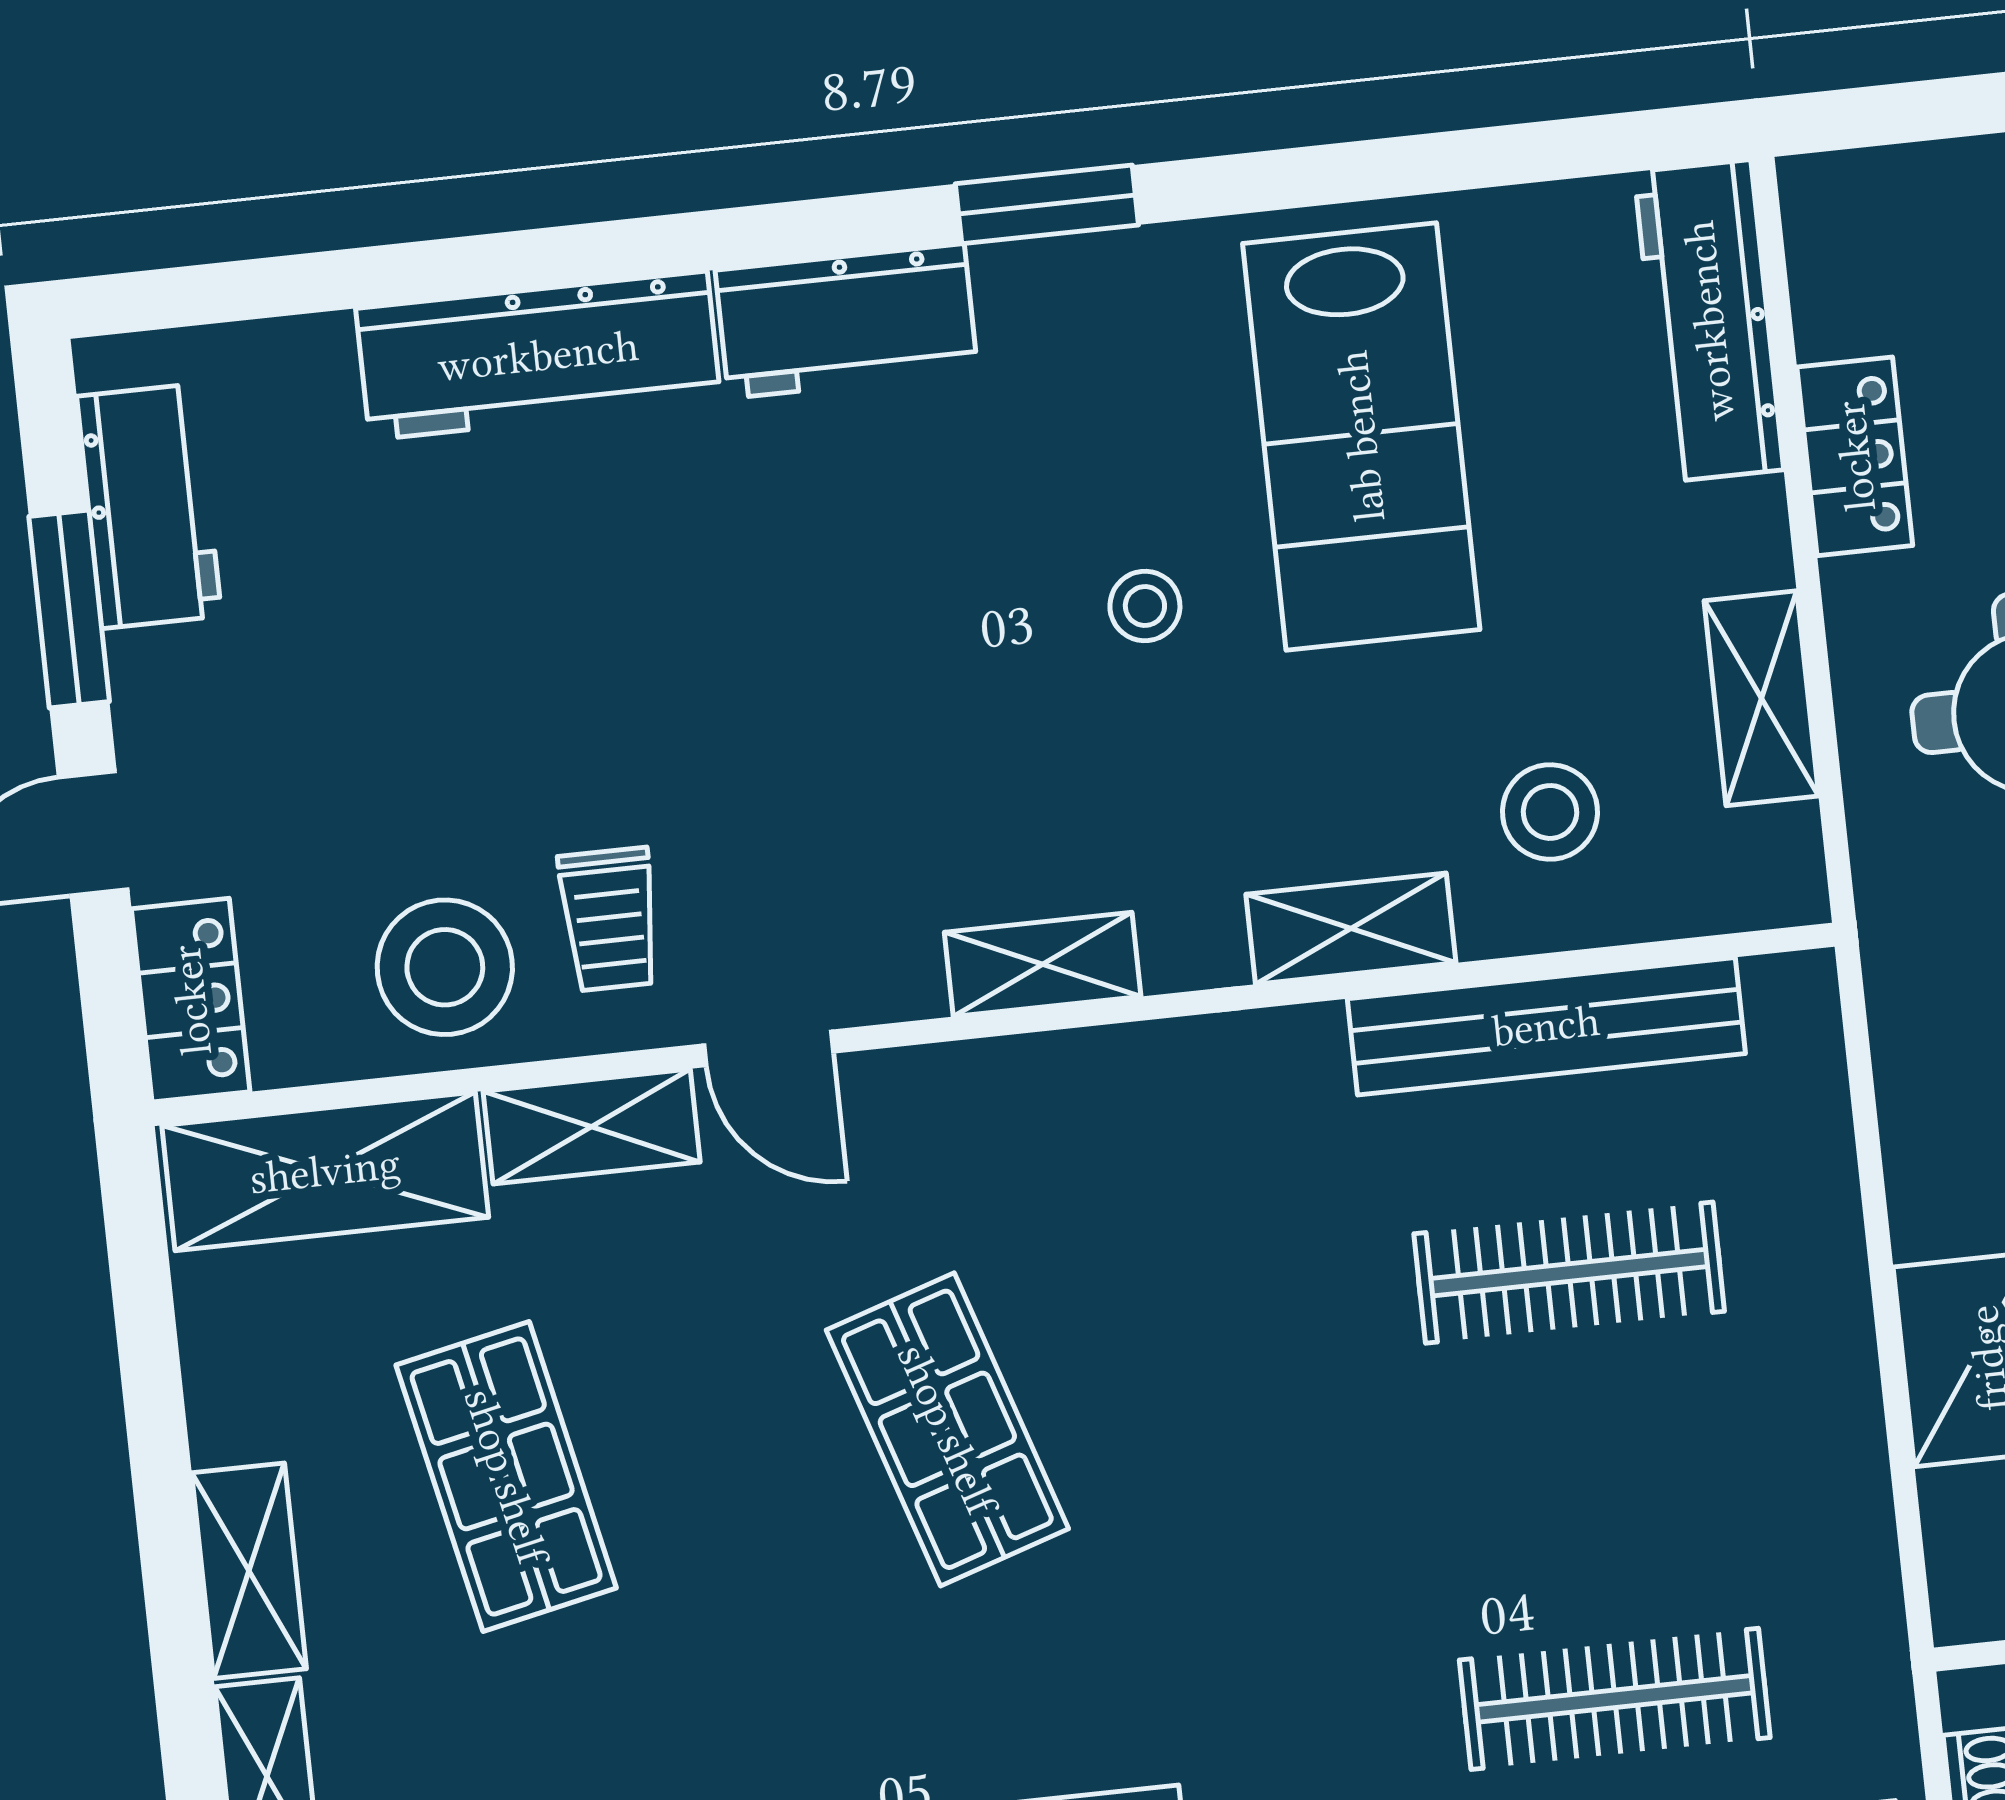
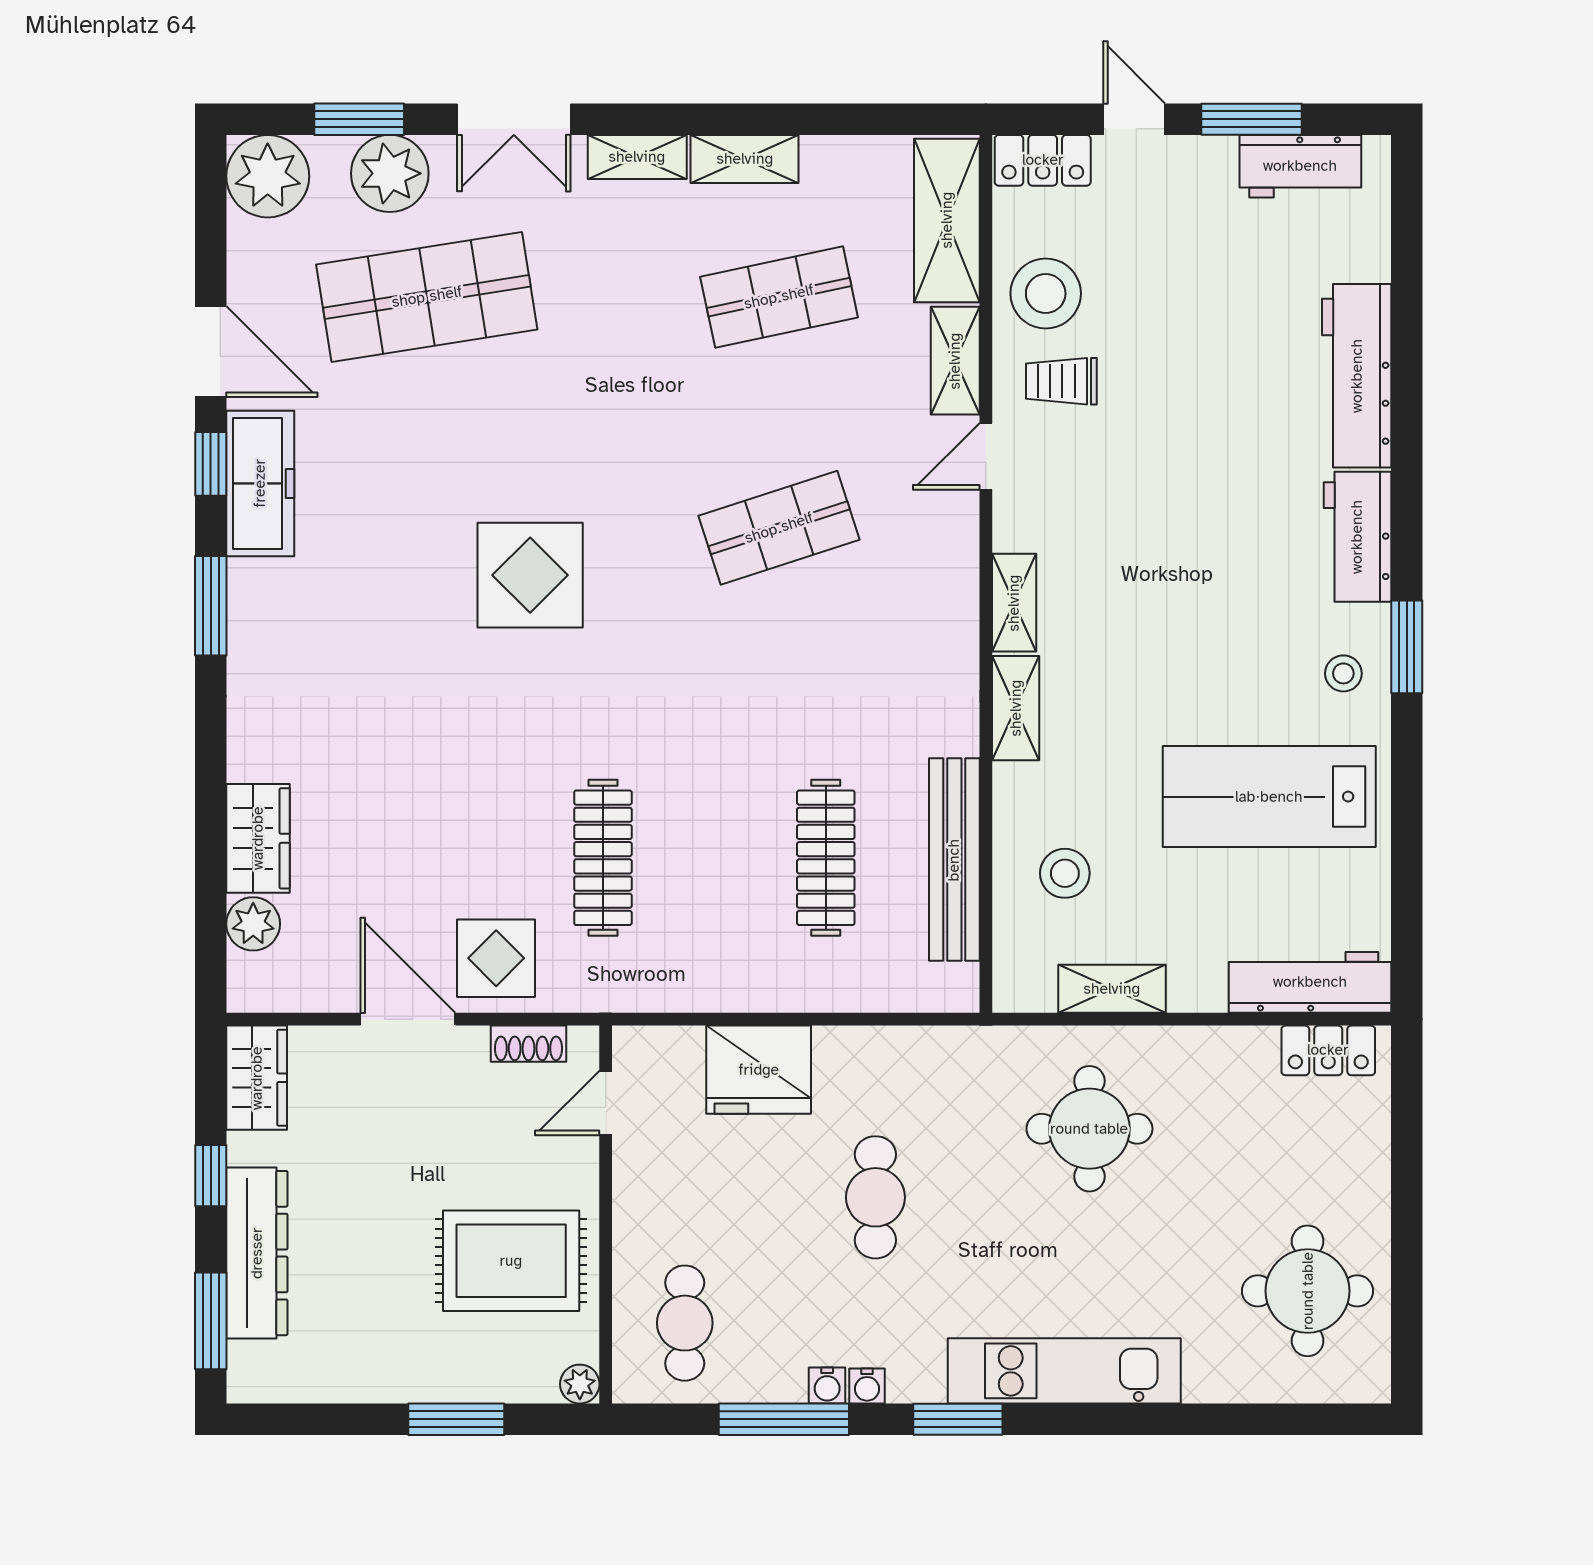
locker: (1855, 456) -> (1328, 1050), moved
stool: (1145, 606) -> (1343, 673), moved
shelving: (1351, 929) -> (1016, 708), moved

